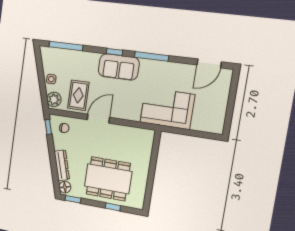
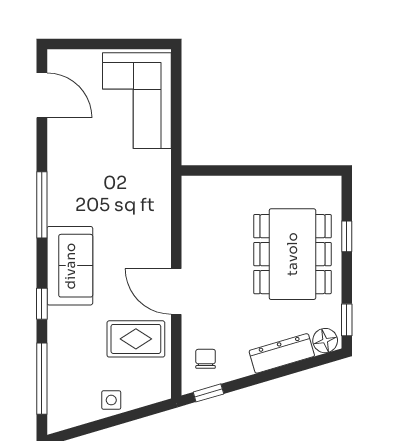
window: (114, 52) -> (42, 304), moved
plant: (54, 99) -> (151, 389), removed
corner sofa: (167, 108) -> (137, 101), moved

